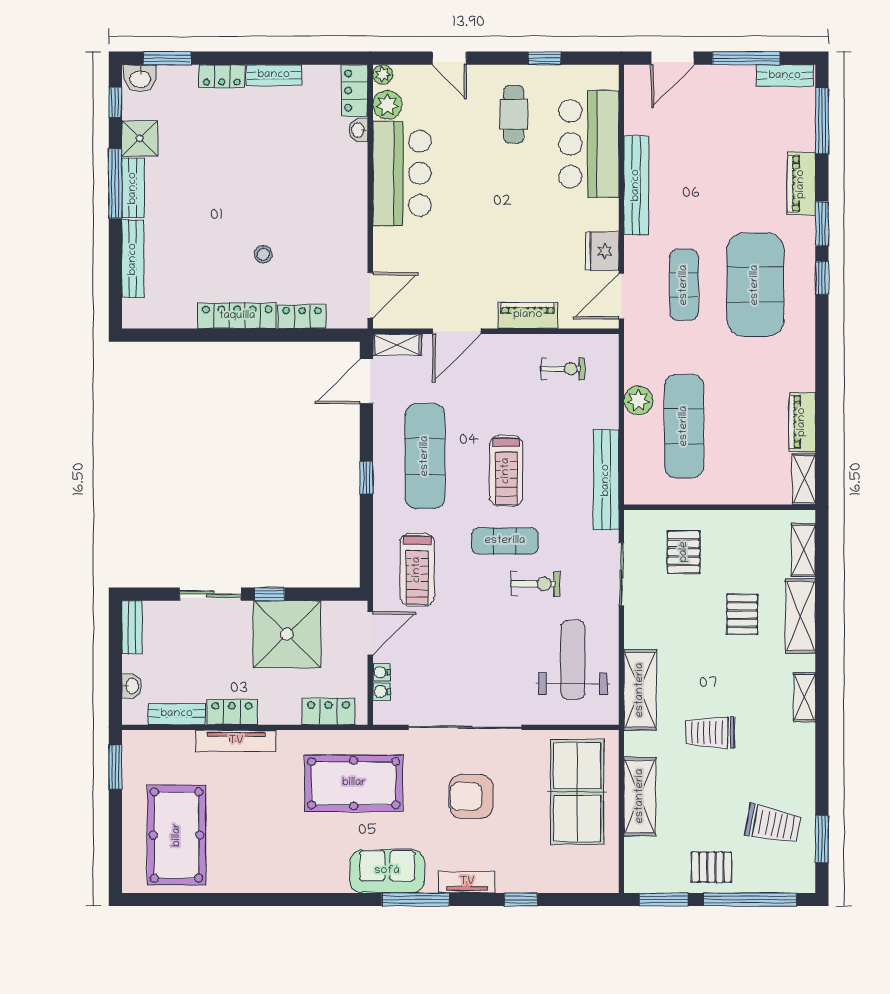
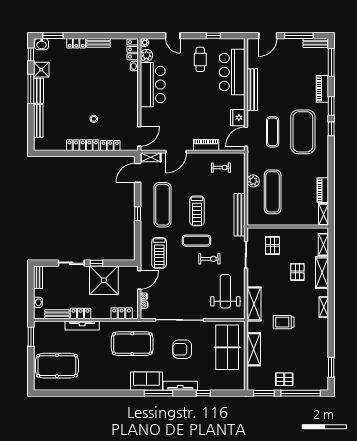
trolley: (773, 824) -> (310, 361), removed
pool table: (177, 835) -> (57, 366), turned 90
tv unit: (467, 882) -> (180, 386), width x1.41

